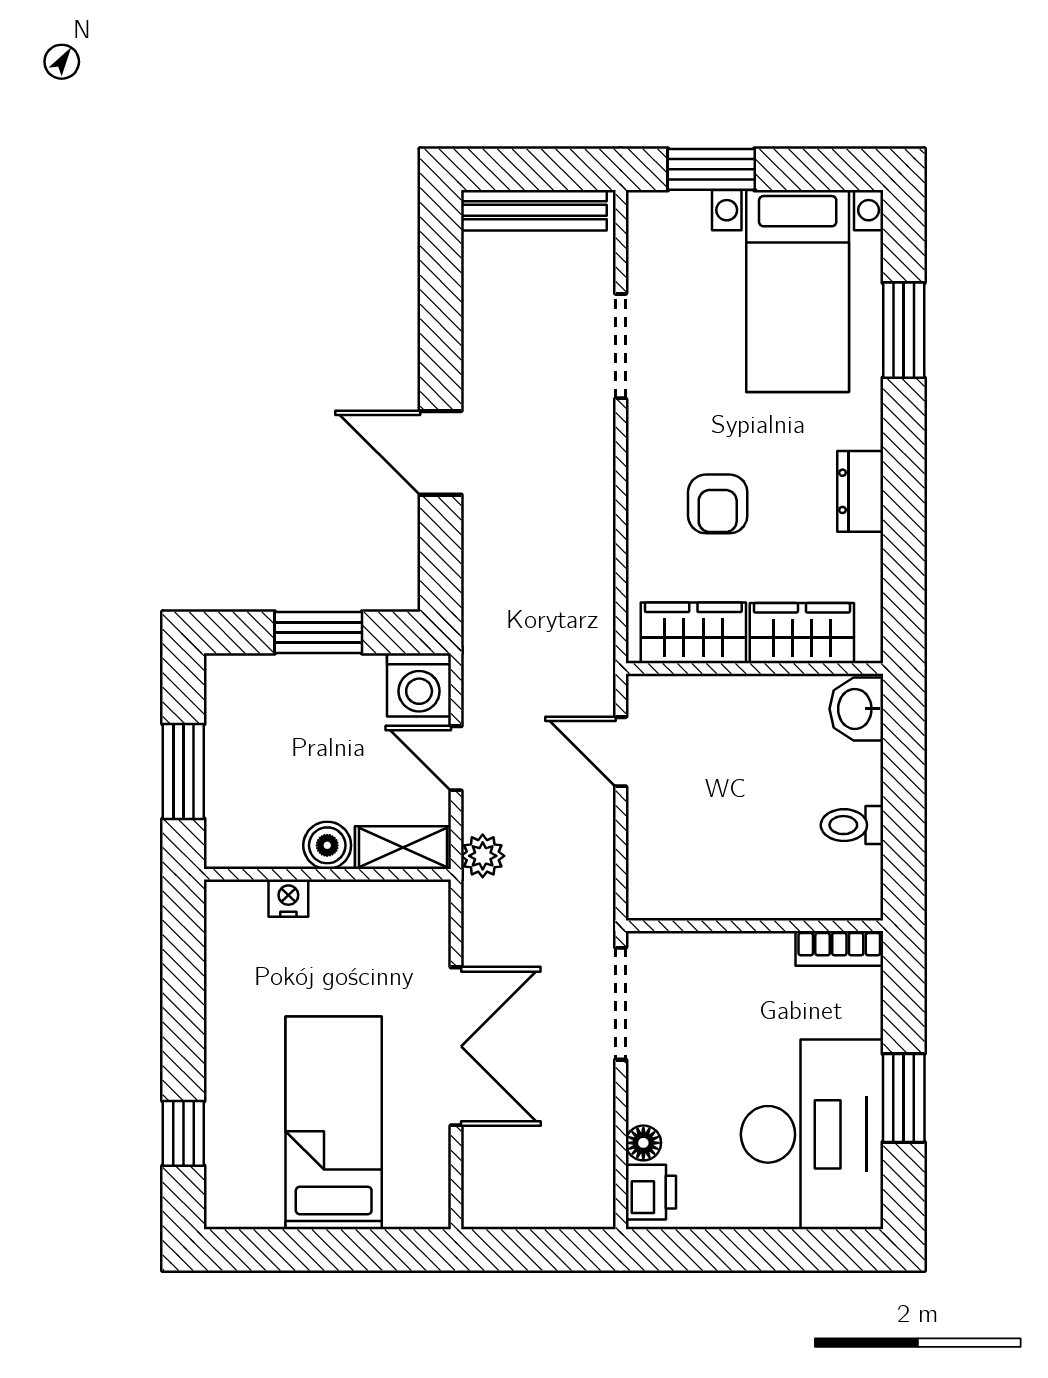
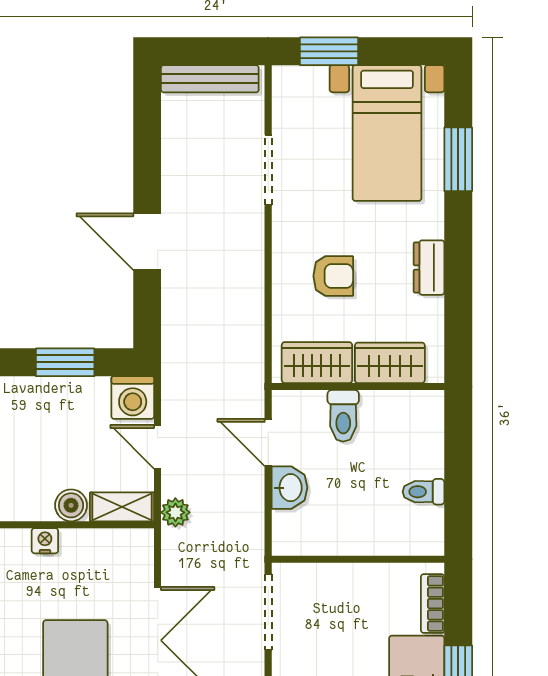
armchair: (718, 504) -> (333, 276), turned -90
washbasin: (856, 709) -> (290, 488), moved, turned 180
toilet: (732, 712) -> (343, 416), added
bookcase: (839, 948) -> (433, 604), moved, turned 90

